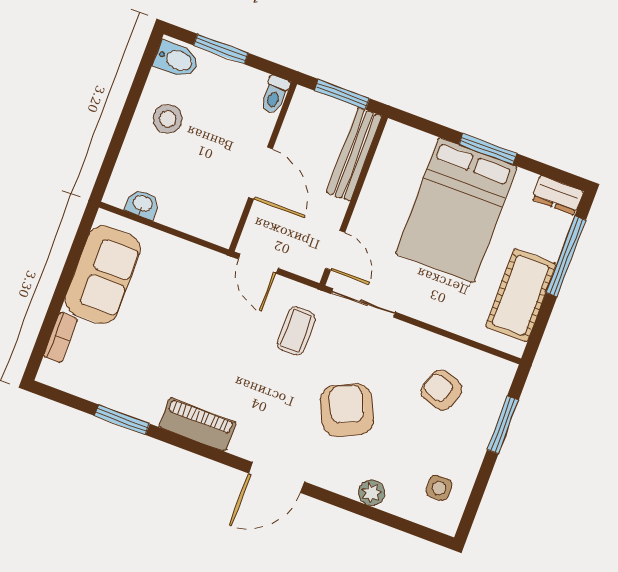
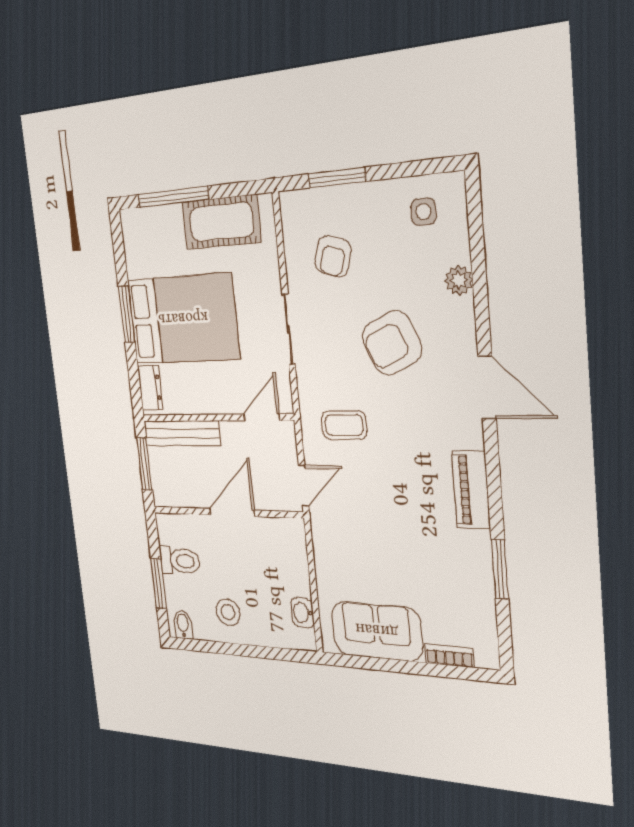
bidet: (176, 60) -> (183, 625), width x0.72, depth x0.74
toilet: (275, 95) -> (180, 561), moved, width x1.37, depth x1.39
dresser: (558, 195) -> (150, 388), moved
sliding door: (363, 303) -> (288, 329), moved

